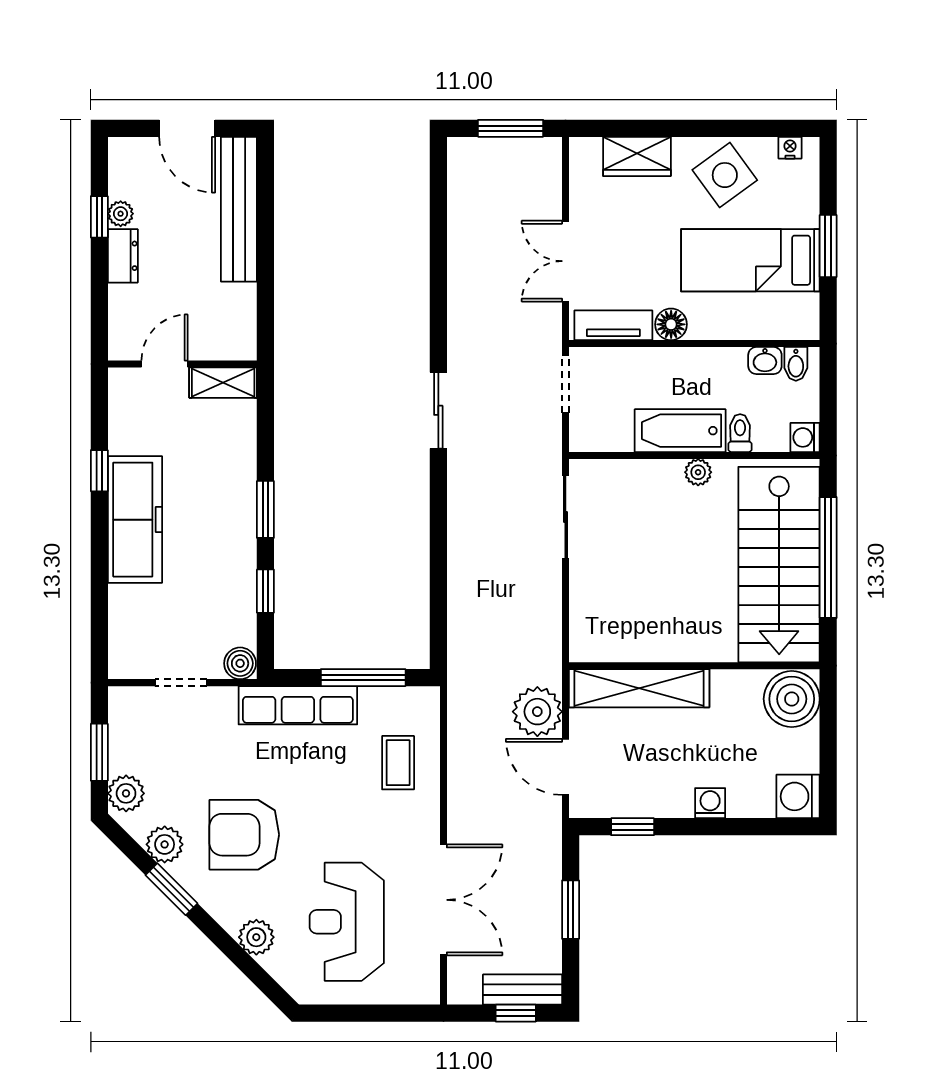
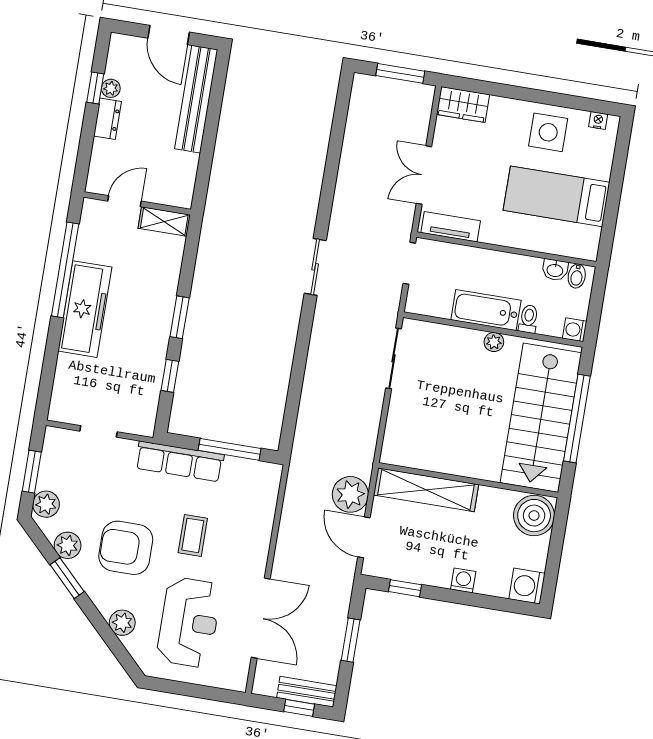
wardrobe: (637, 156) -> (463, 105), moved
side table: (725, 175) -> (548, 132), turned 36
window: (828, 246) -> (614, 195), removed
floor lamp: (671, 324) -> (492, 233), removed
window: (99, 471) -> (65, 270), width x3.17
boiler: (240, 663) -> (143, 425), removed
coffee table: (398, 763) -> (193, 535), moved
reception desk: (347, 922) -> (189, 622), turned 180

